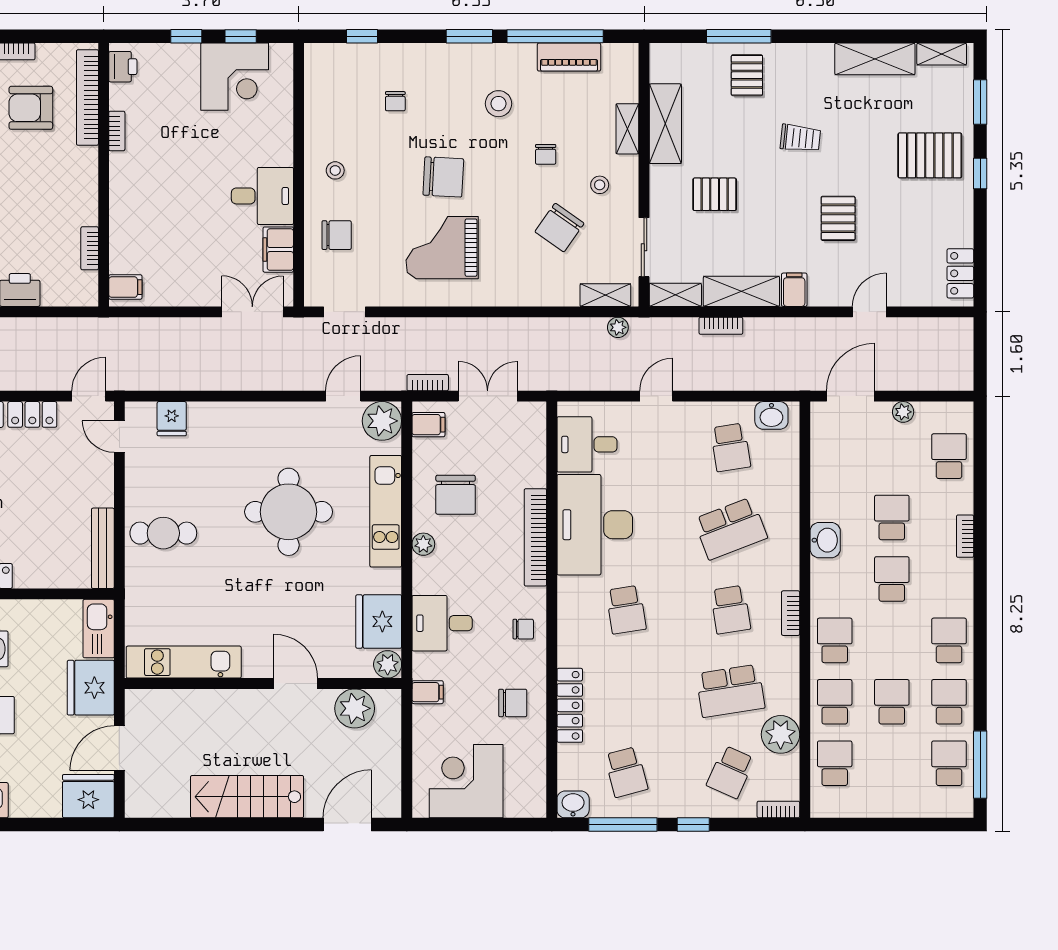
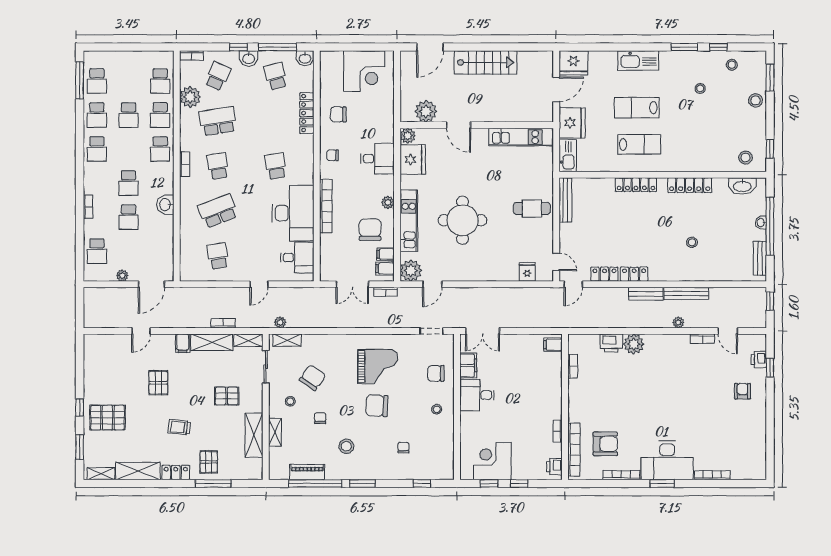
locker: (960, 273) -> (176, 473), moved, turned -90
washbasin: (771, 415) -> (249, 58), moved, turned 180
filing cabinet: (428, 692) -> (386, 254), moved

